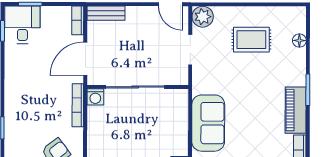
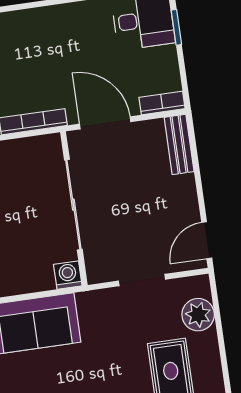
plant: (203, 17) -> (198, 315), moved
washing machine: (95, 97) -> (68, 275), moved, turned 90

